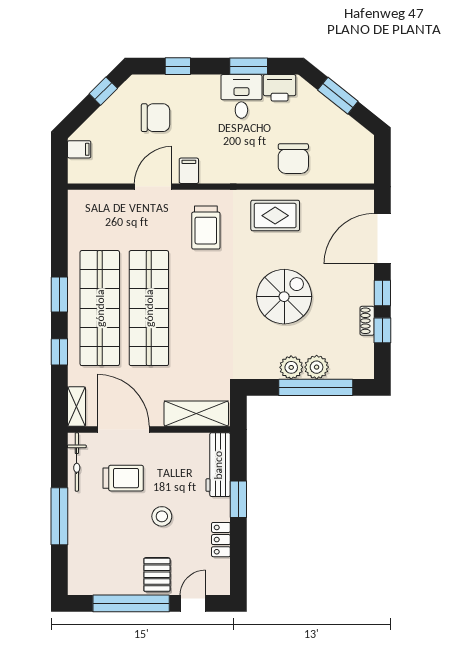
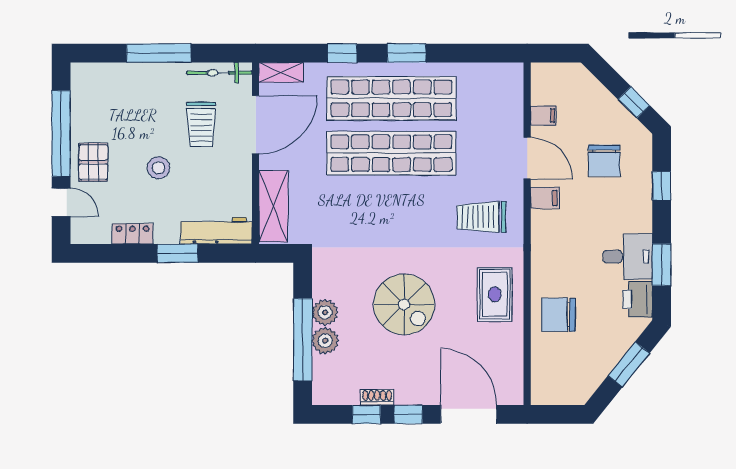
filing cabinet: (79, 149) -> (543, 116), moved, turned -90
pallet: (157, 575) -> (93, 162), turned 90

